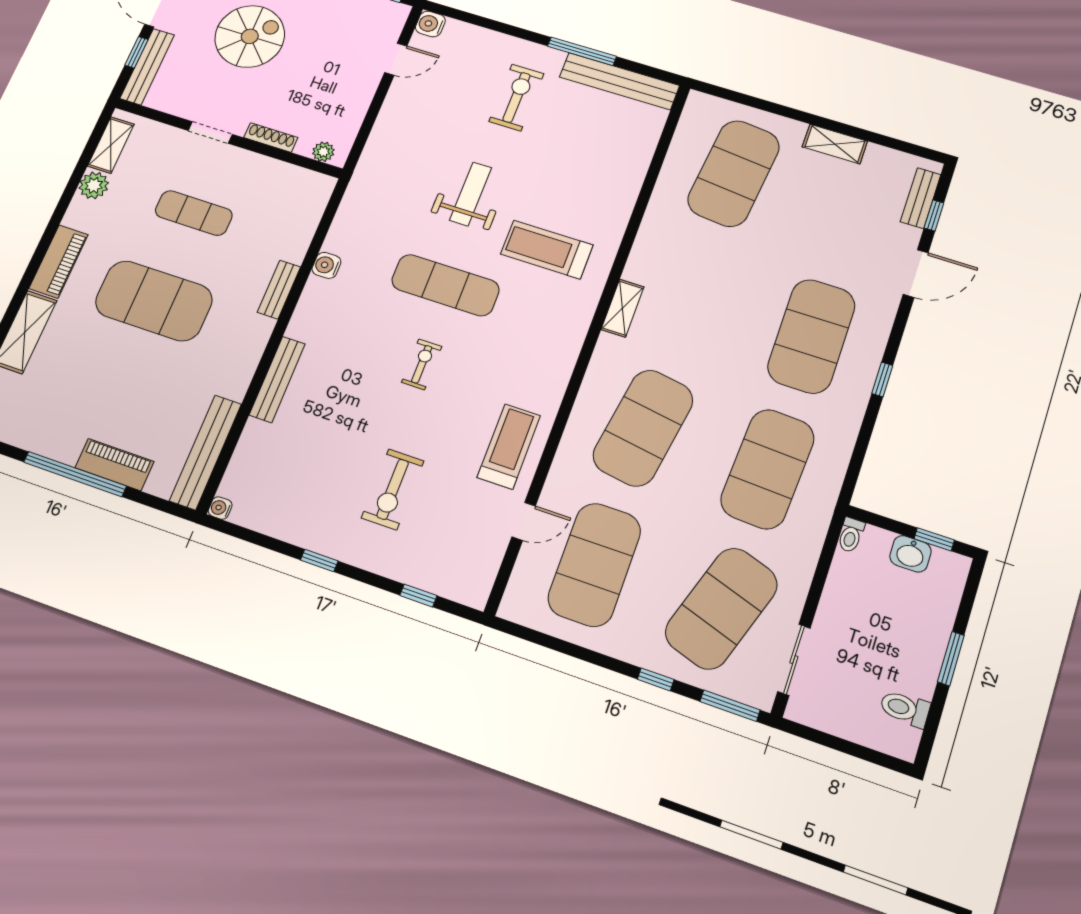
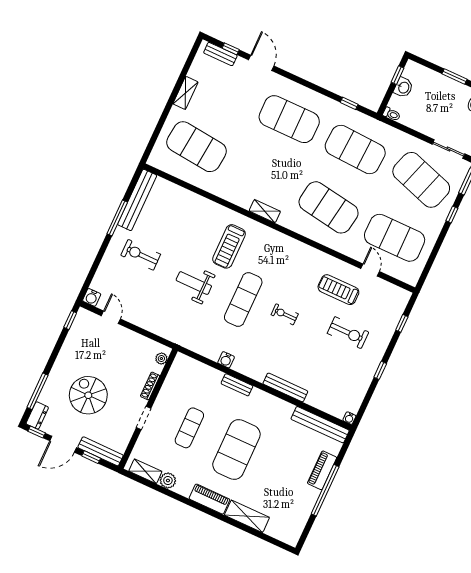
window: (882, 379) -> (349, 103), moved
treadmill: (509, 446) -> (338, 290), moved

